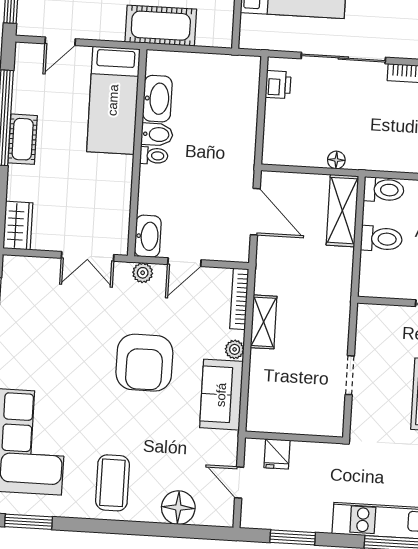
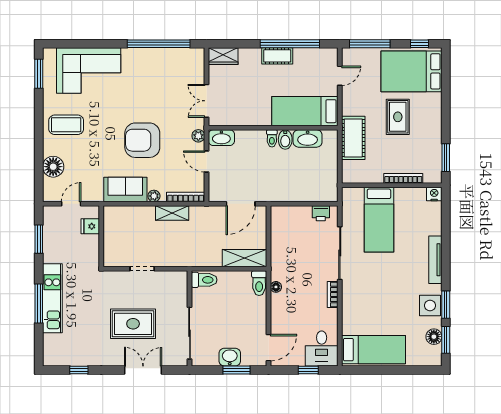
door: (60, 41) -> (340, 76), swing flipped
floor lamp: (336, 160) -> (276, 287), moved
toilet: (381, 239) -> (204, 280), moved, turned -90

